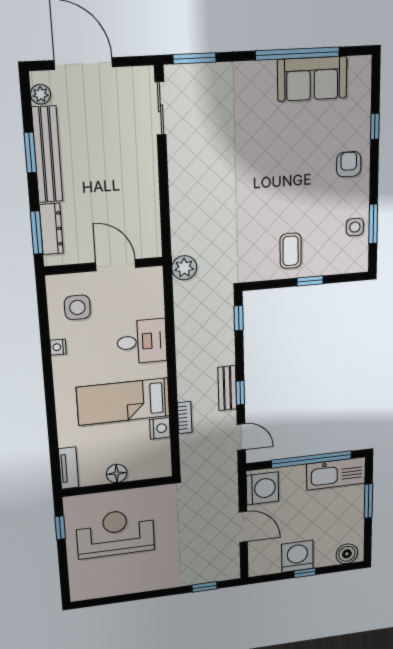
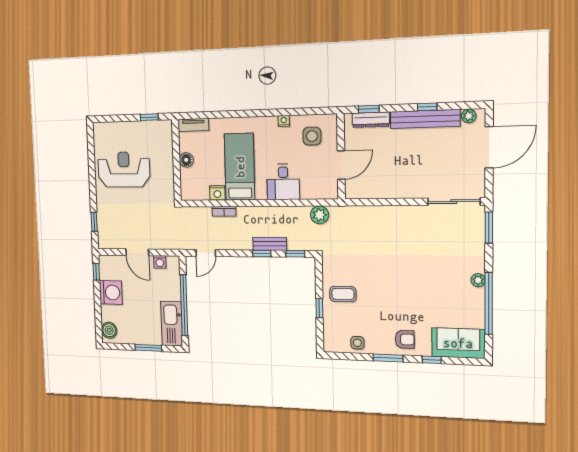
plant: (267, 69) -> (478, 280), added
sofa: (312, 79) -> (458, 343), moved, turned 90
sliding door: (161, 108) -> (454, 202), width x1.37
window: (30, 153) -> (427, 107), width x0.67
window: (373, 224) -> (388, 358), moved
window: (37, 233) -> (369, 109), width x0.67
plant: (184, 268) -> (320, 215), moved
bench: (227, 388) -> (270, 244), moved
window: (240, 393) -> (262, 253), moved
washing machine: (262, 488) -> (160, 262), width x0.53, depth x0.53
door: (243, 527) -> (137, 252), hinge flipped
reception desk: (115, 533) -> (124, 170), moved, turned -90
window: (305, 573) -> (96, 272), moved

